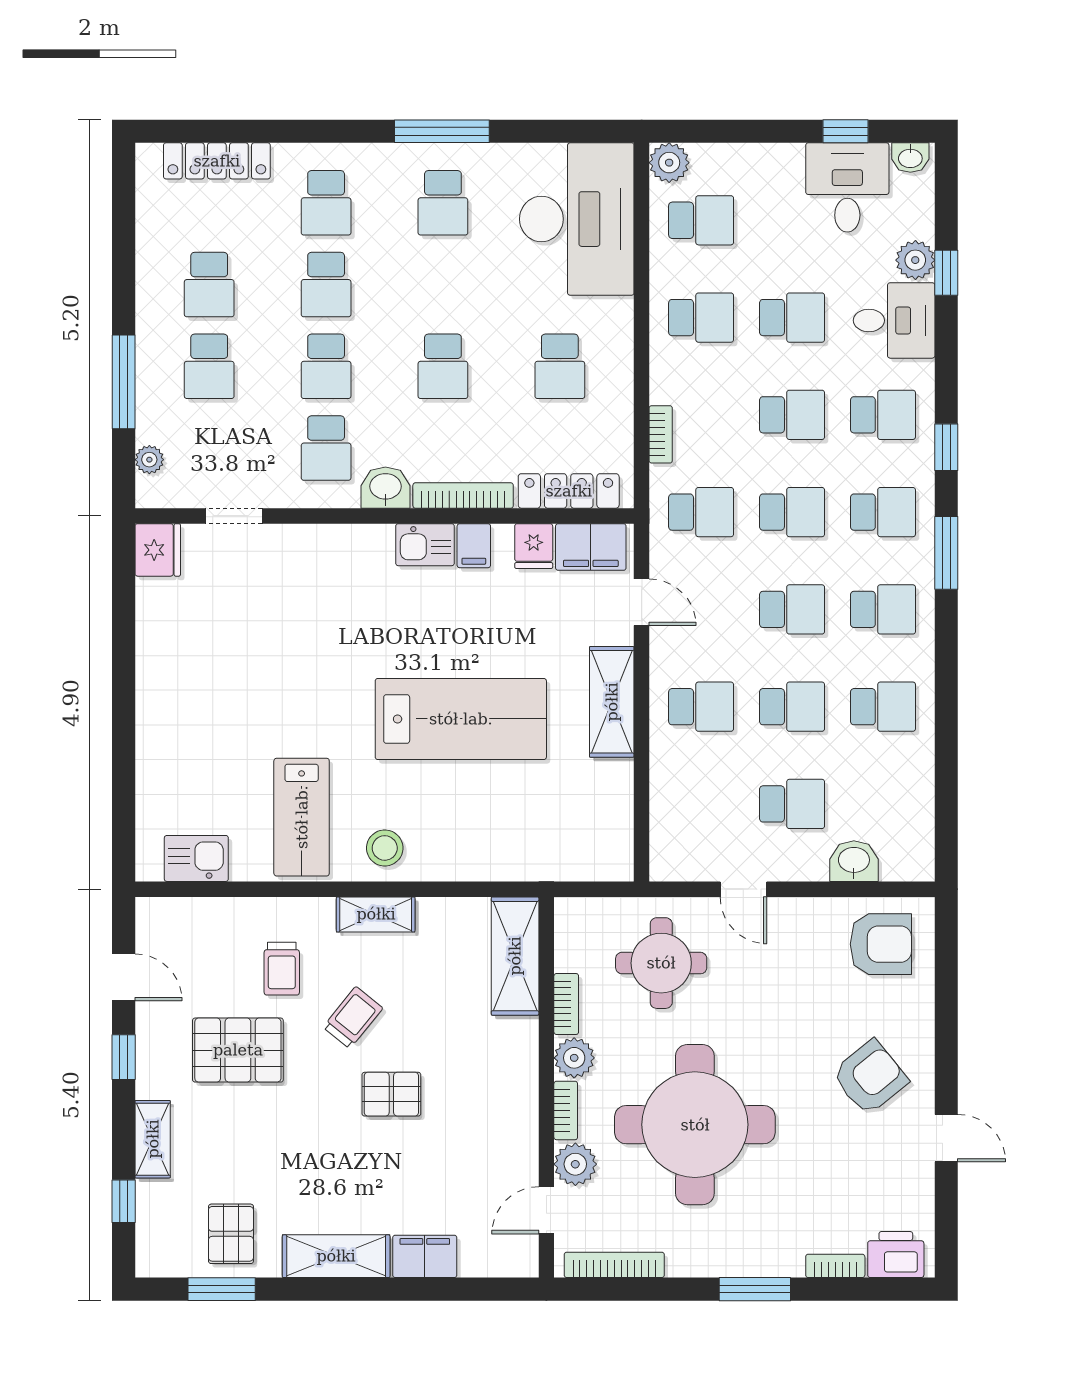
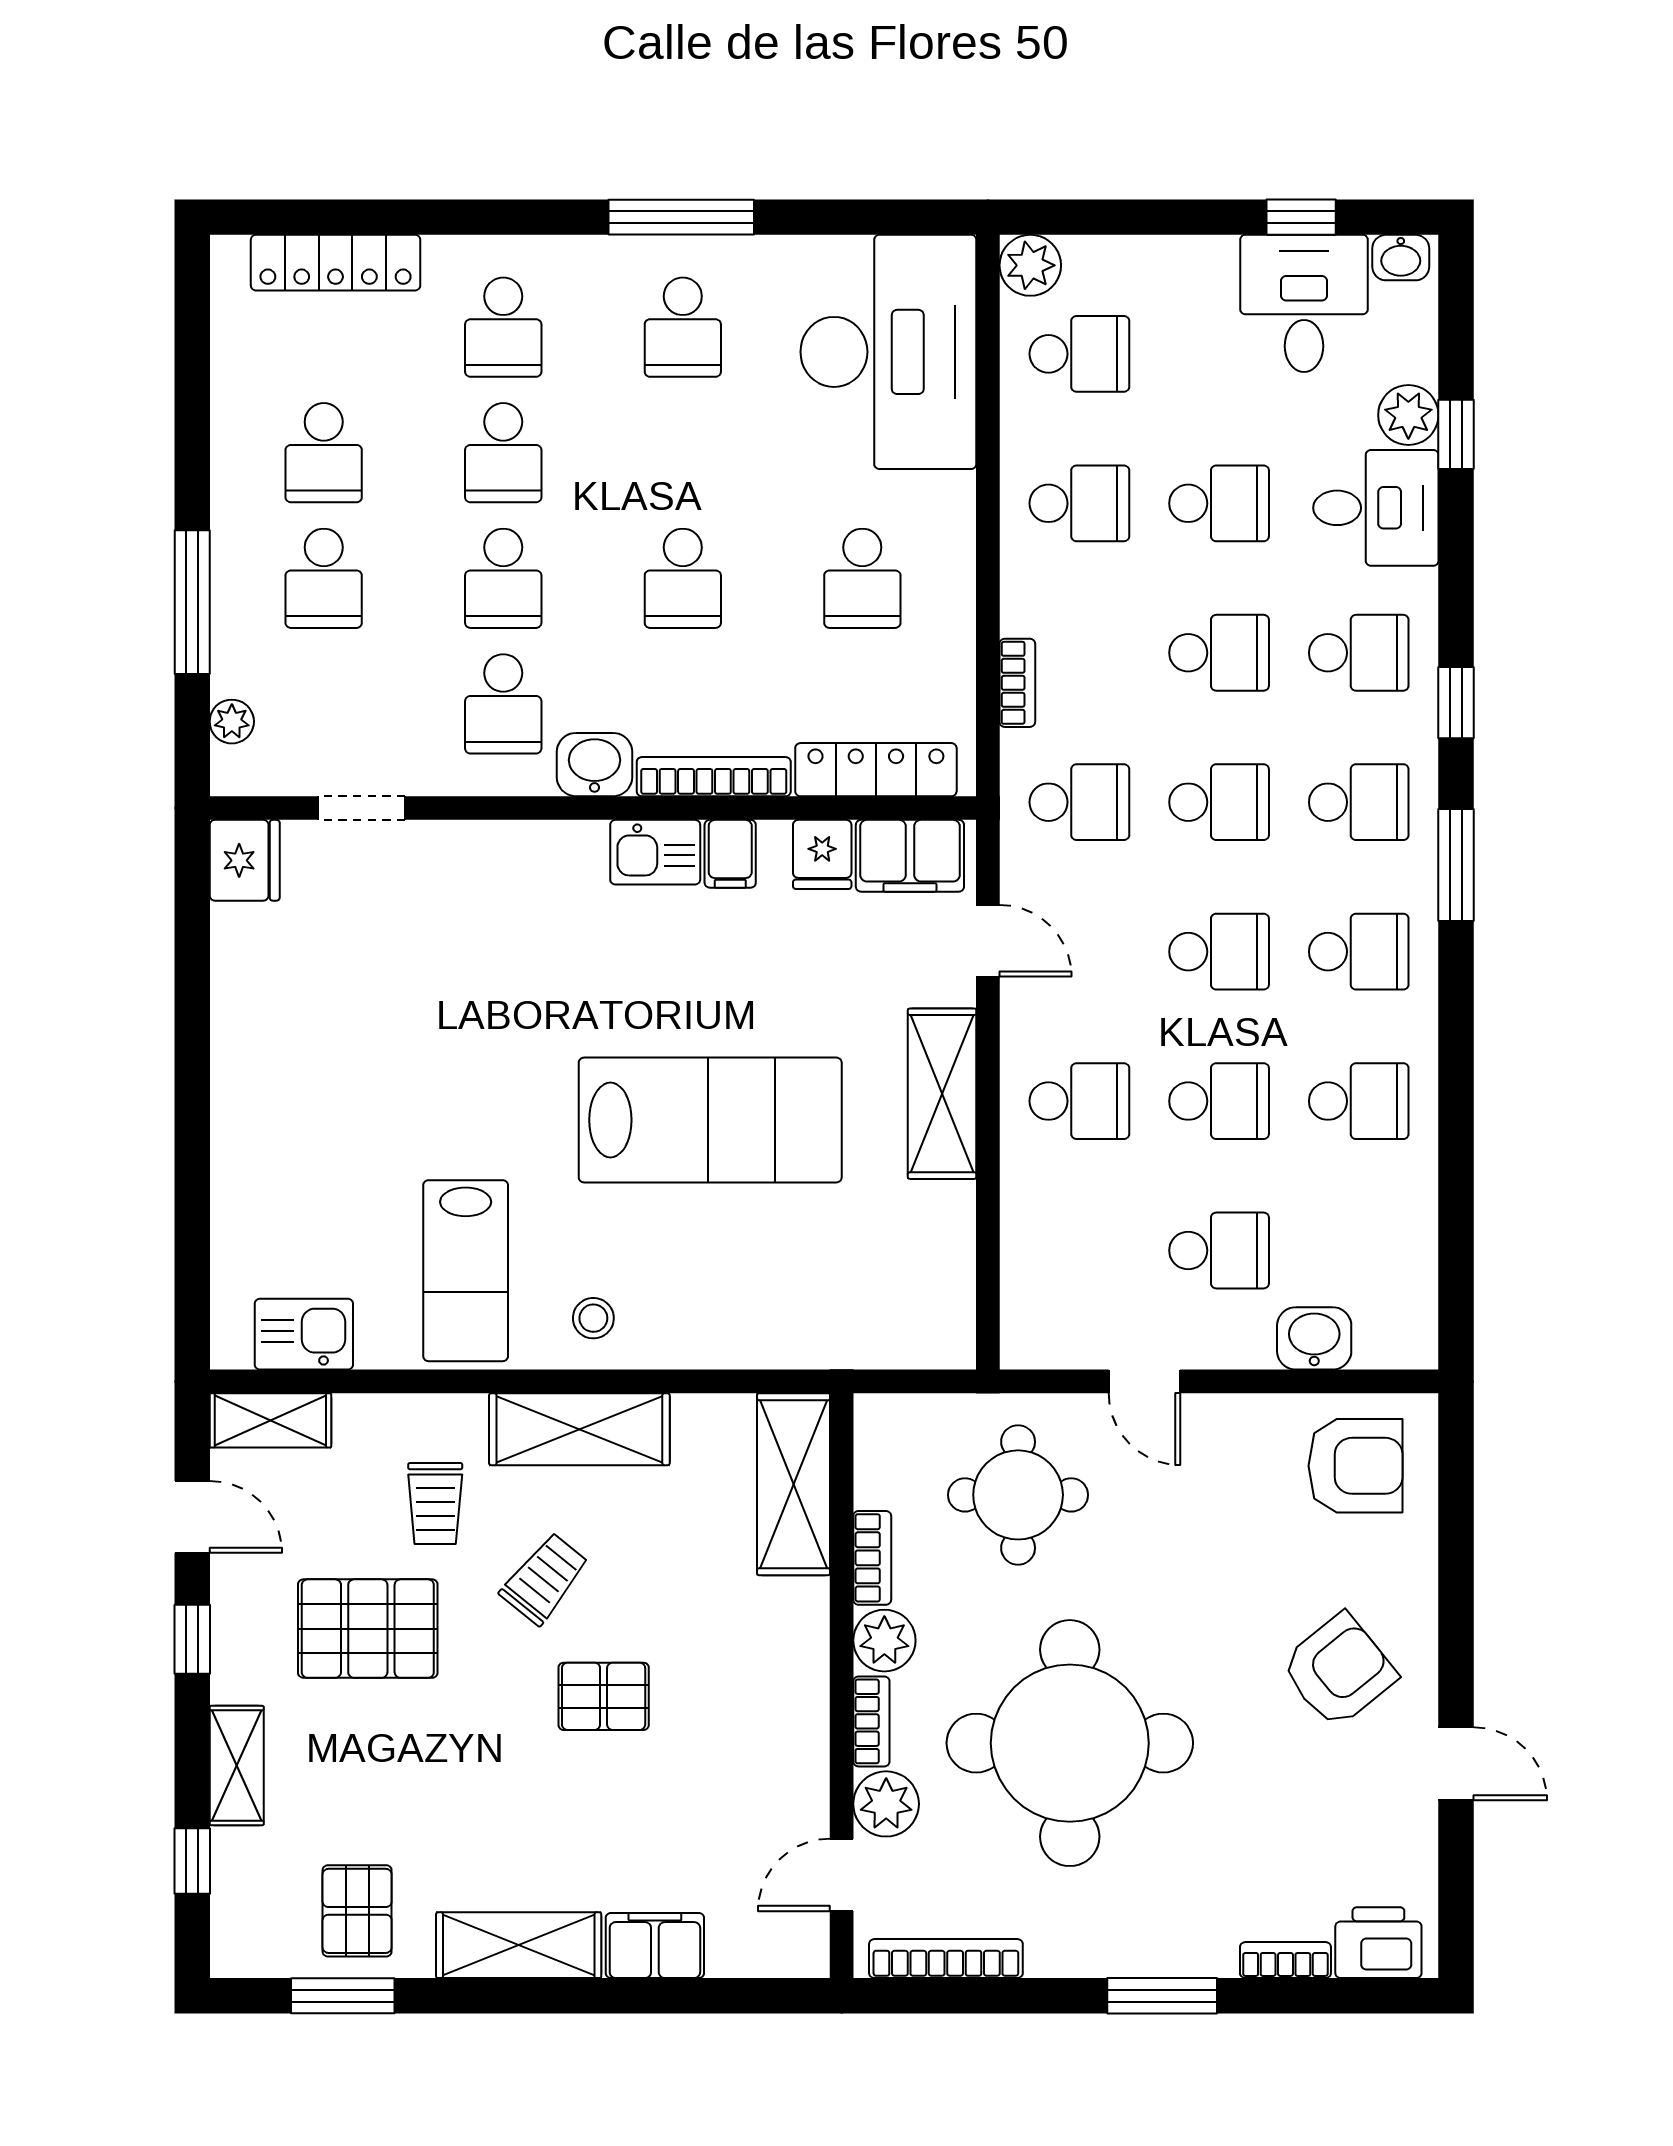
stool: (385, 848) -> (593, 1318), width x0.73, depth x0.73
shelving: (376, 914) -> (579, 1429), width x1.50, depth x1.33
shelving: (175, 915) -> (270, 1420), added

